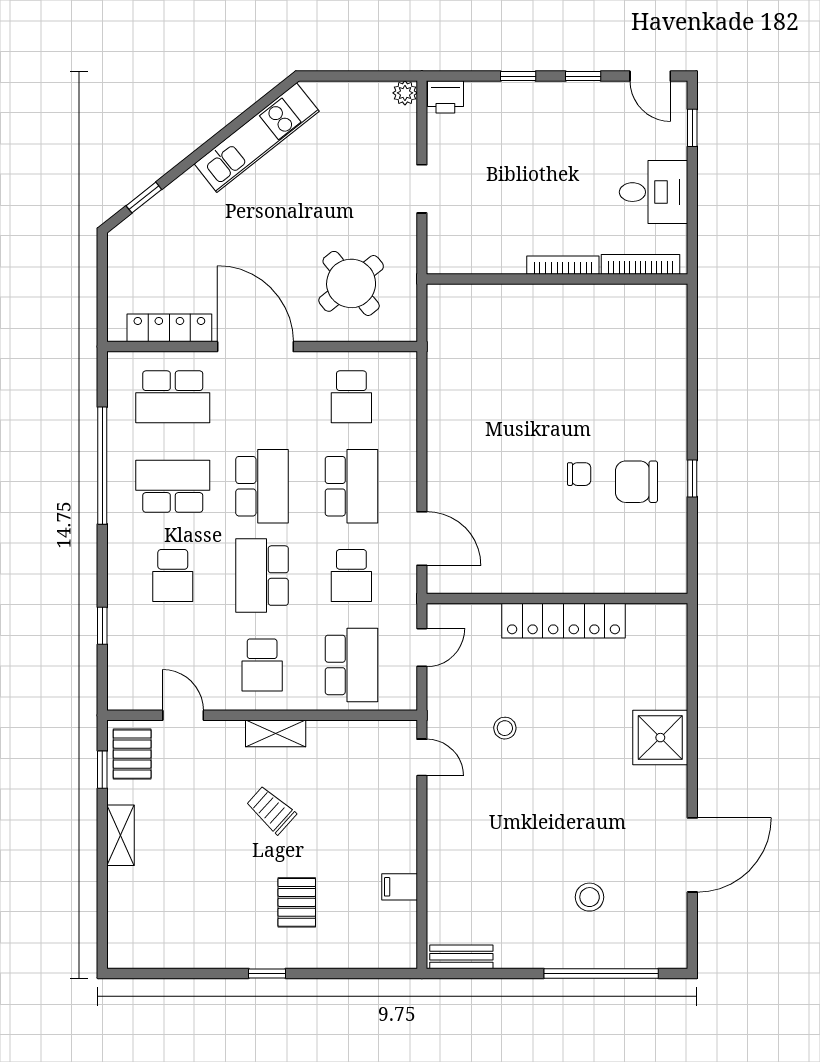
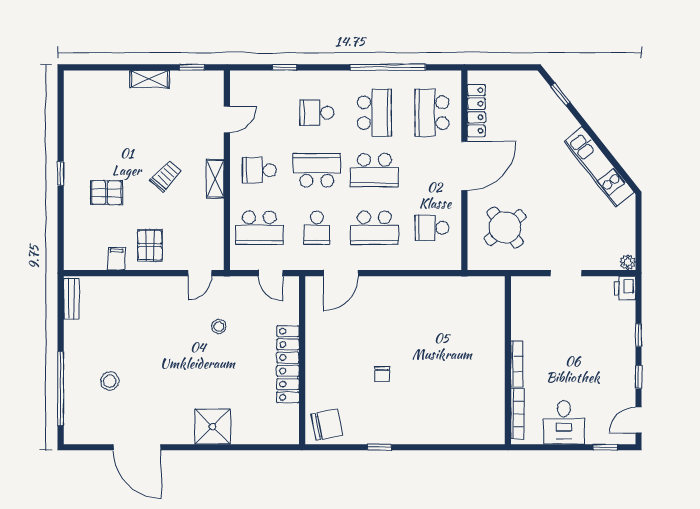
chair: (637, 482) -> (327, 425), moved, turned 79
school desk: (351, 576) -> (317, 228), turned -90
pallet: (132, 754) -> (150, 245), moved, turned 90

